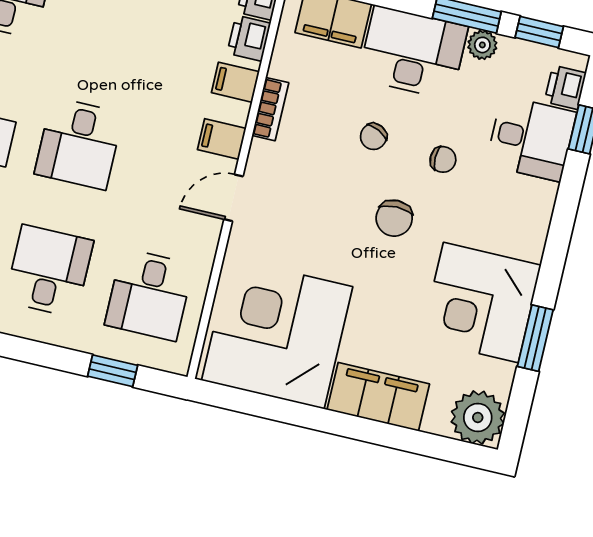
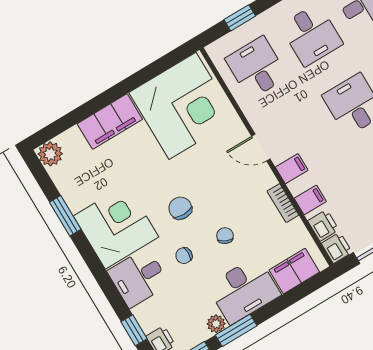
desk: (531, 139) -> (138, 278), moved
door: (233, 198) -> (261, 148), swing flipped
corner desk: (481, 303) -> (116, 227), moved
plant: (478, 417) -> (50, 154), width x0.73, depth x0.73

